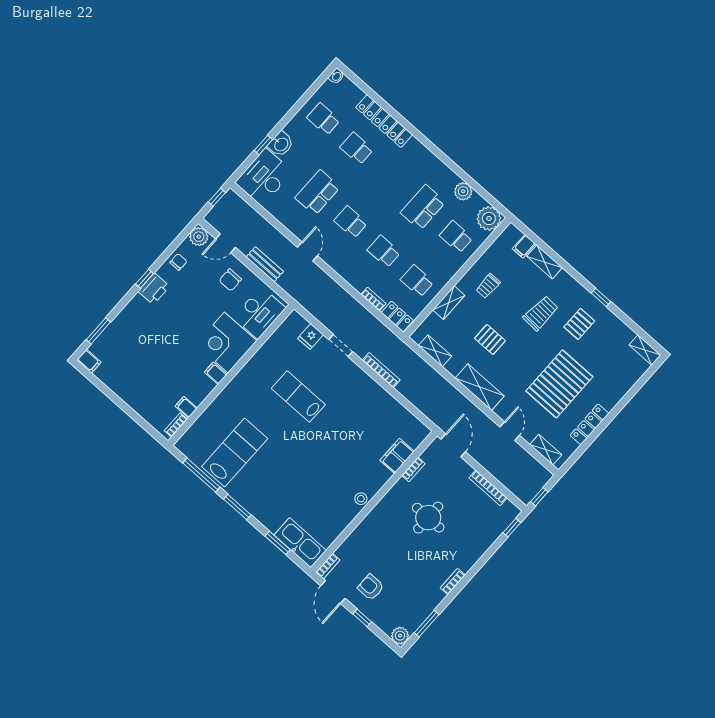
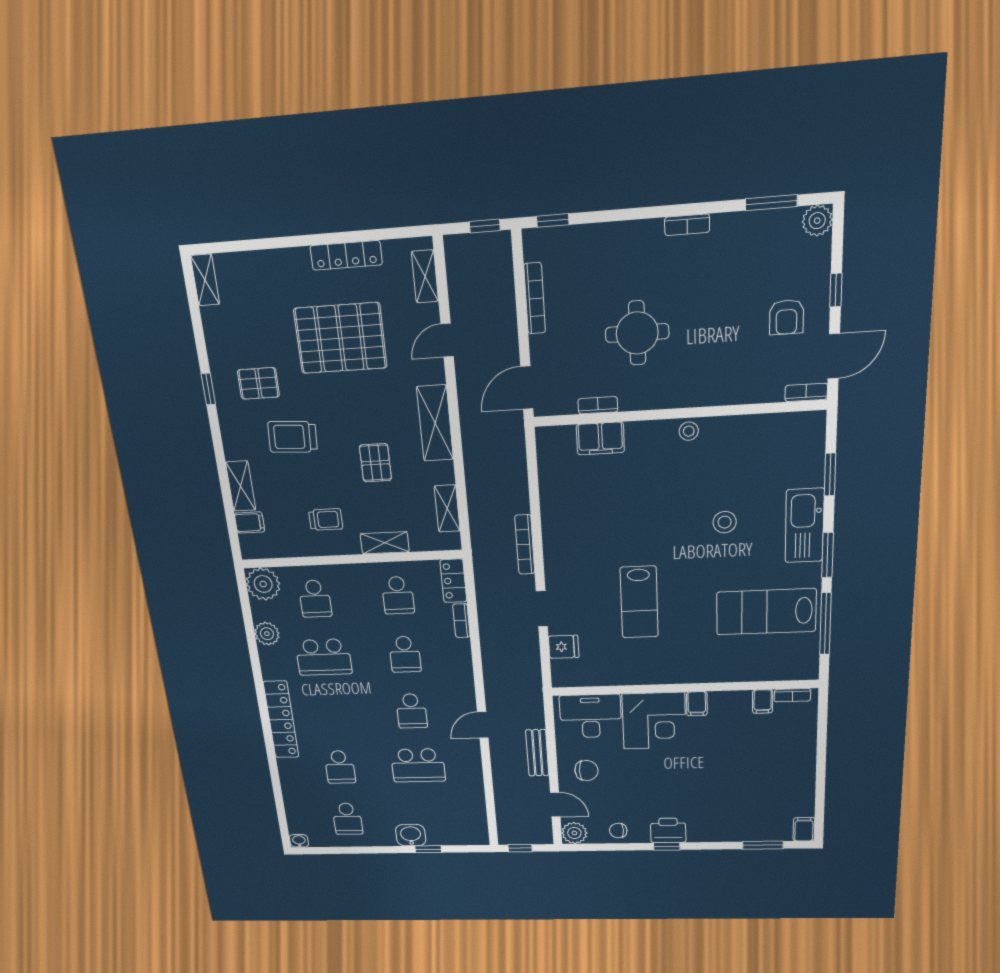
locker: (384, 121) -> (281, 720), moved
desk: (264, 177) -> (456, 824), removed
stool: (300, 475) -> (725, 522), added
kitchen sink: (300, 543) -> (805, 526), moved

